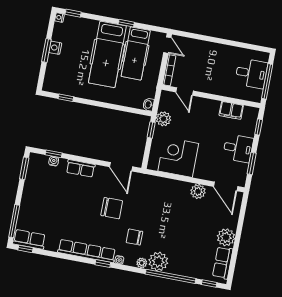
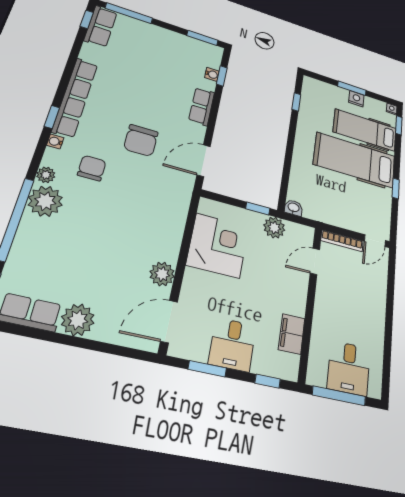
hospital bed: (136, 53) -> (365, 130), moved

